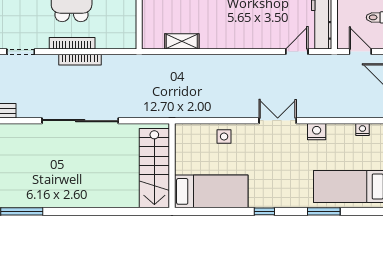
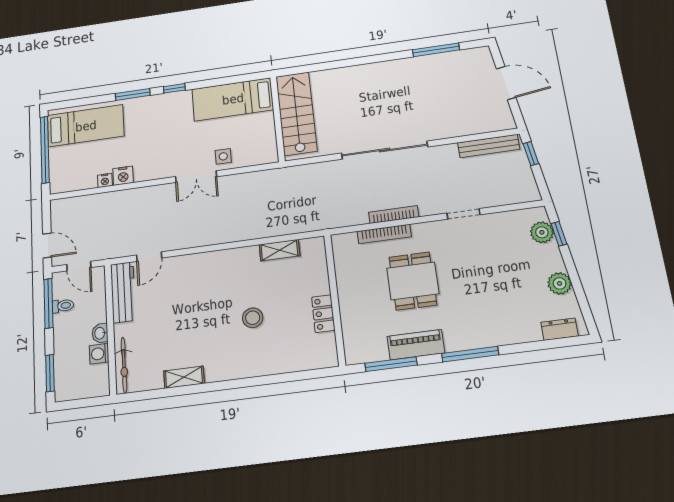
bookcase: (72, 43) -> (384, 234), moved
double door: (278, 121) -> (196, 177), moved
nightstand: (362, 130) -> (105, 180), moved
window: (324, 211) -> (133, 94), moved

